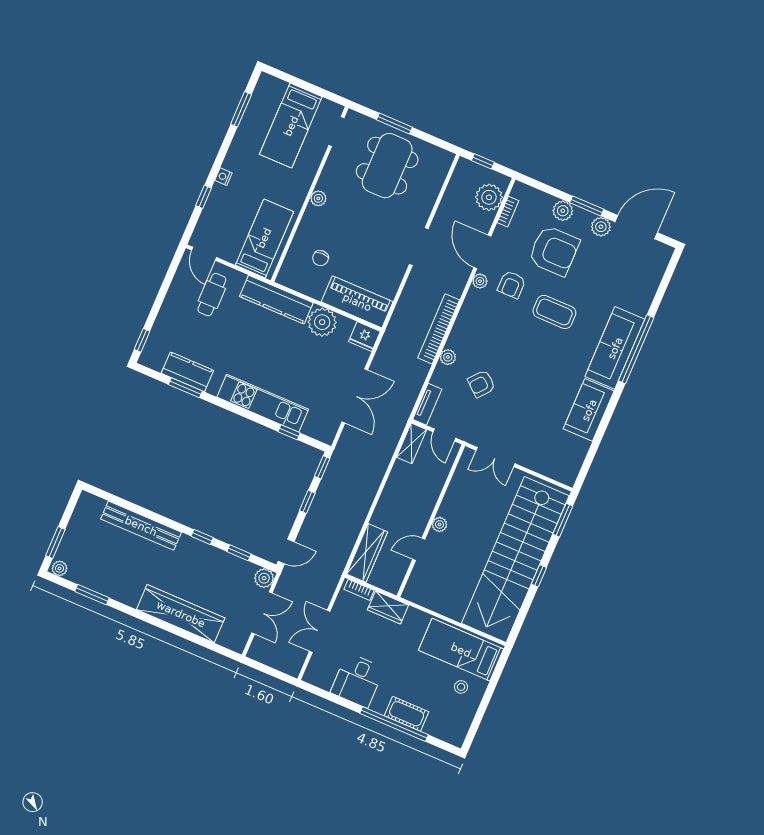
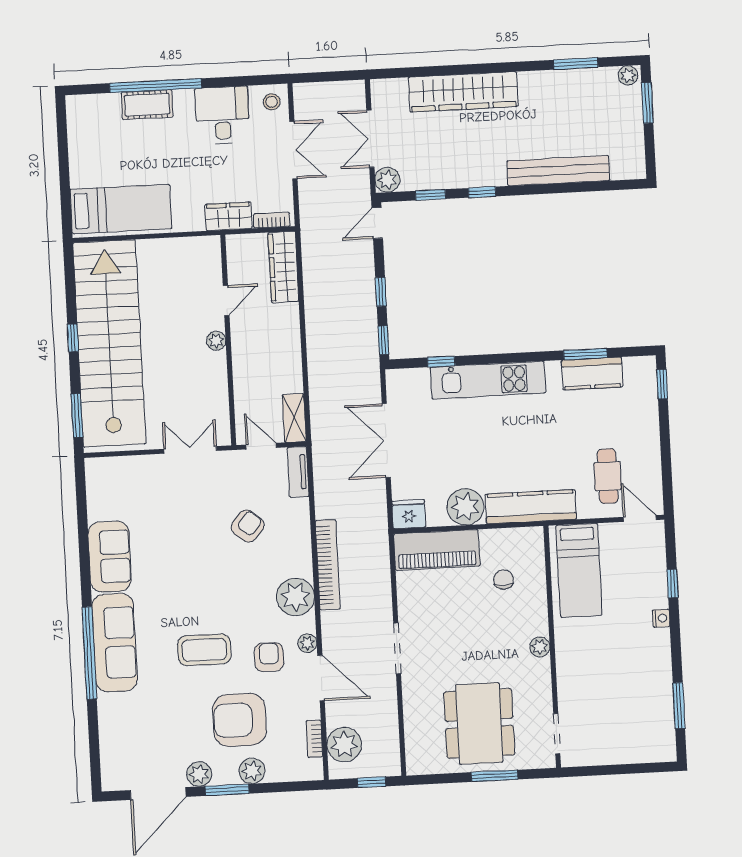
bed: (291, 126) -> (613, 715), removed
plant: (448, 357) -> (296, 597), moved, width x1.87, depth x1.87
stool: (461, 687) -> (272, 102), moved

